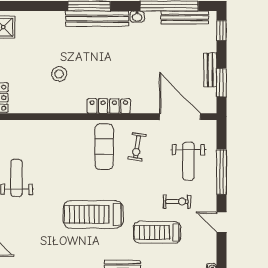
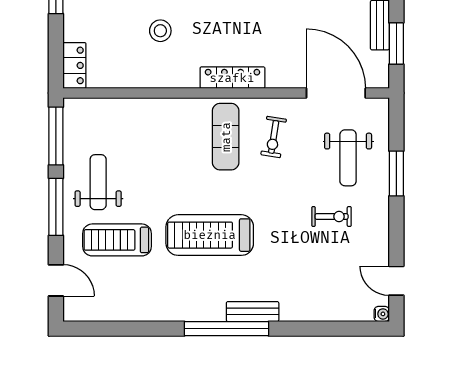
window: (221, 172) -> (396, 173), width x0.69
door: (221, 222) -> (396, 281), moved
treadmill: (157, 232) -> (117, 240), moved

